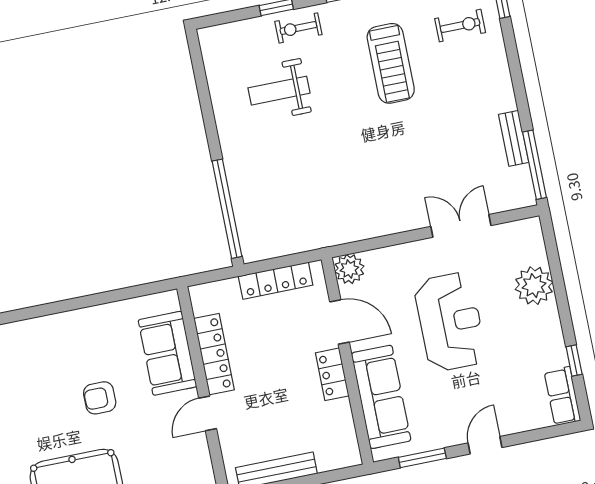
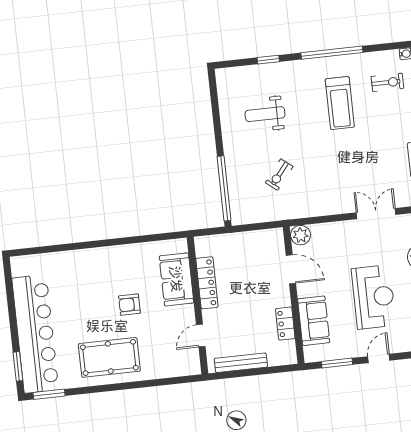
exercise bike: (298, 28) -> (279, 175), moved, turned -51
locker: (276, 281) -> (252, 238), removed
reception desk: (450, 322) -> (374, 297), moved
locker: (332, 374) -> (285, 324), moved
sofa: (381, 397) -> (314, 321), width x0.73
door: (208, 413) -> (201, 336), moved

